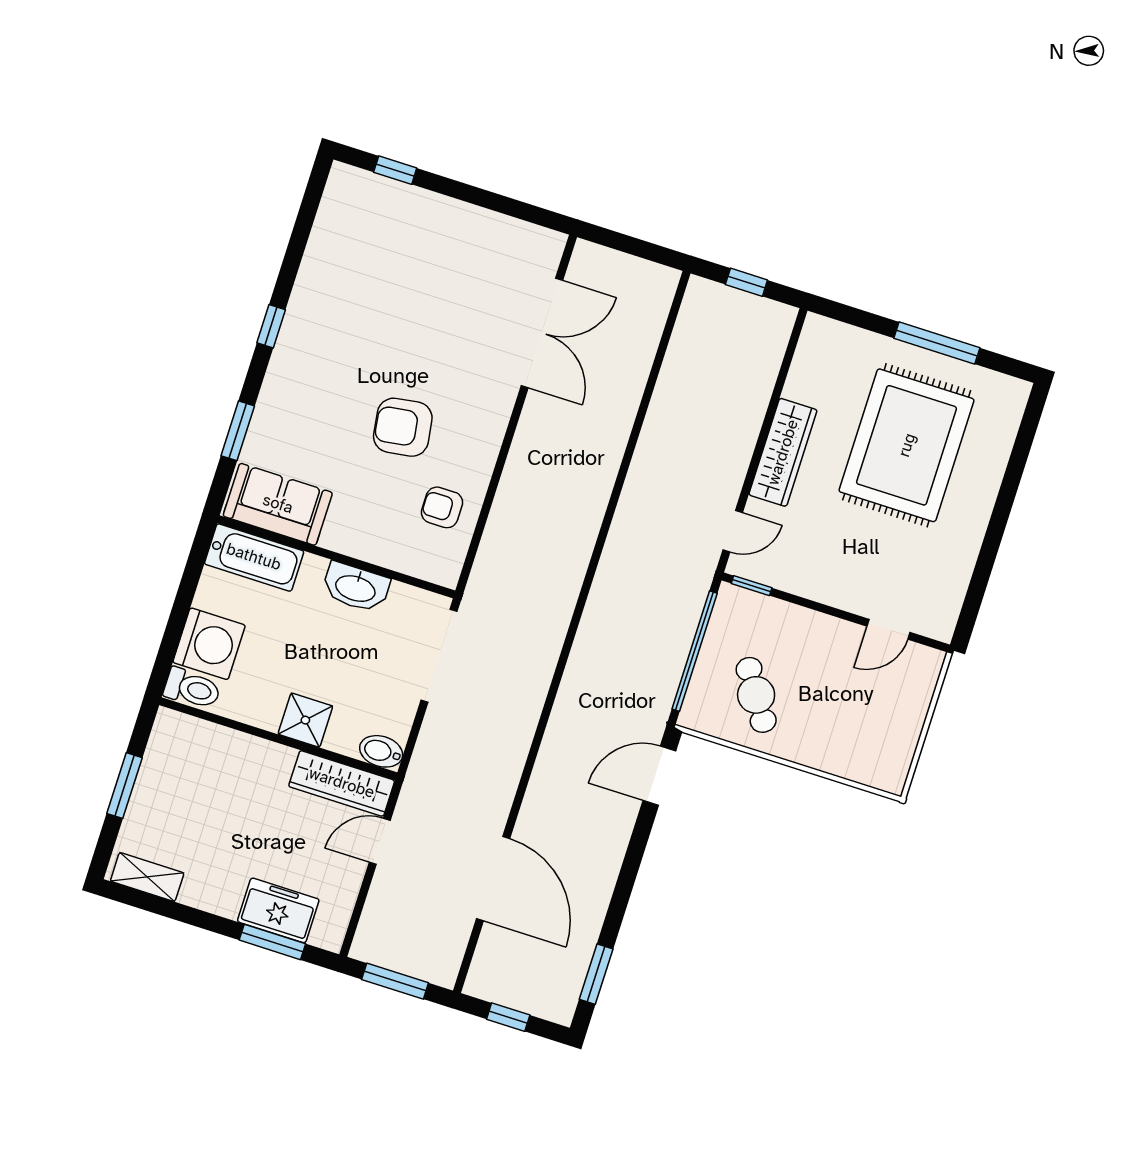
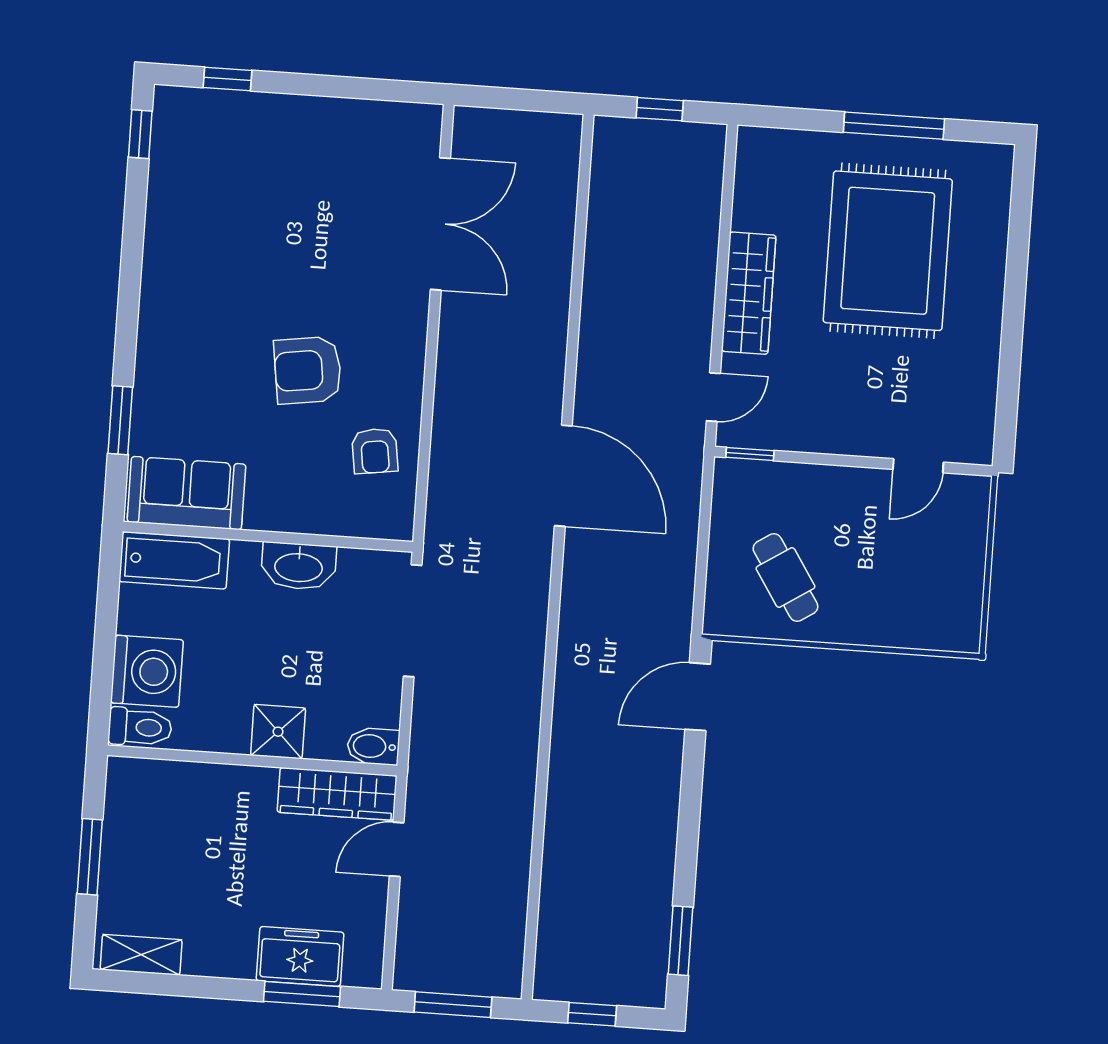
window: (271, 326) -> (140, 134), moved
armchair: (442, 507) -> (375, 451), turned -98
window: (695, 651) -> (703, 545), removed
door: (493, 879) -> (563, 476), moved

